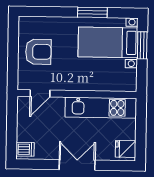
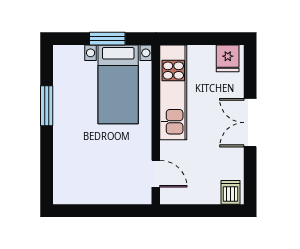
bed with nightstands: (108, 42) -> (118, 84), moved
window: (142, 45) -> (107, 39), moved
armchair: (38, 52) -> (100, 177), removed

